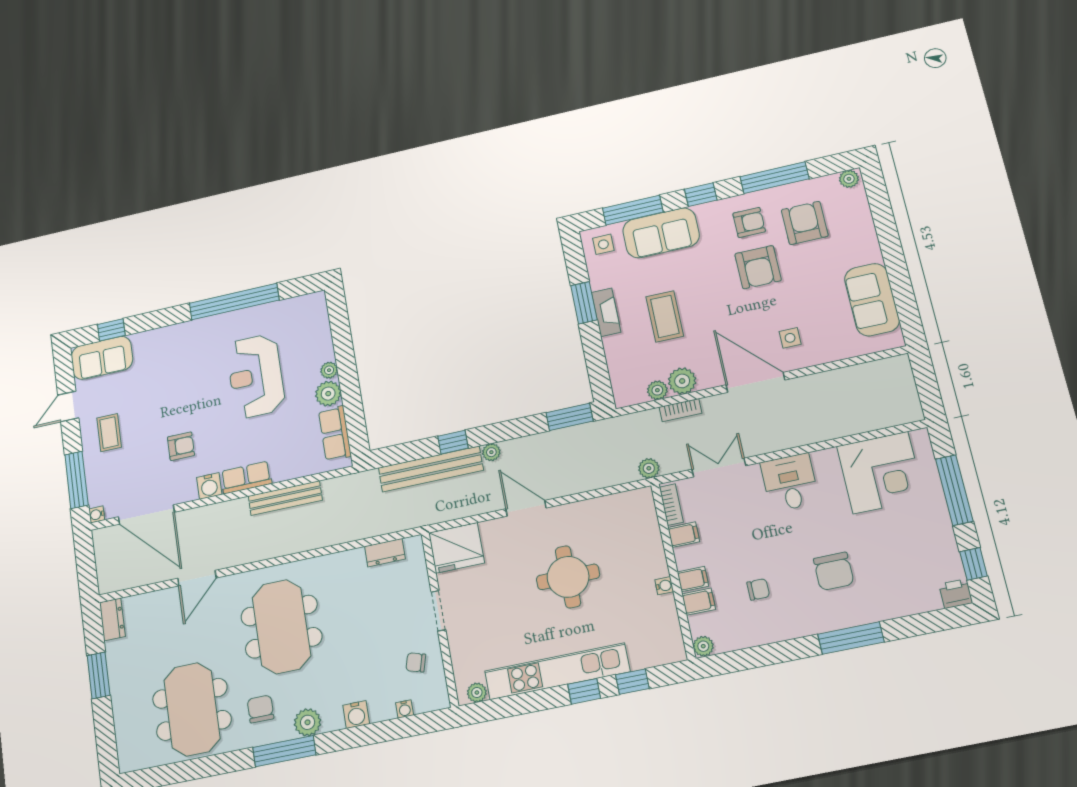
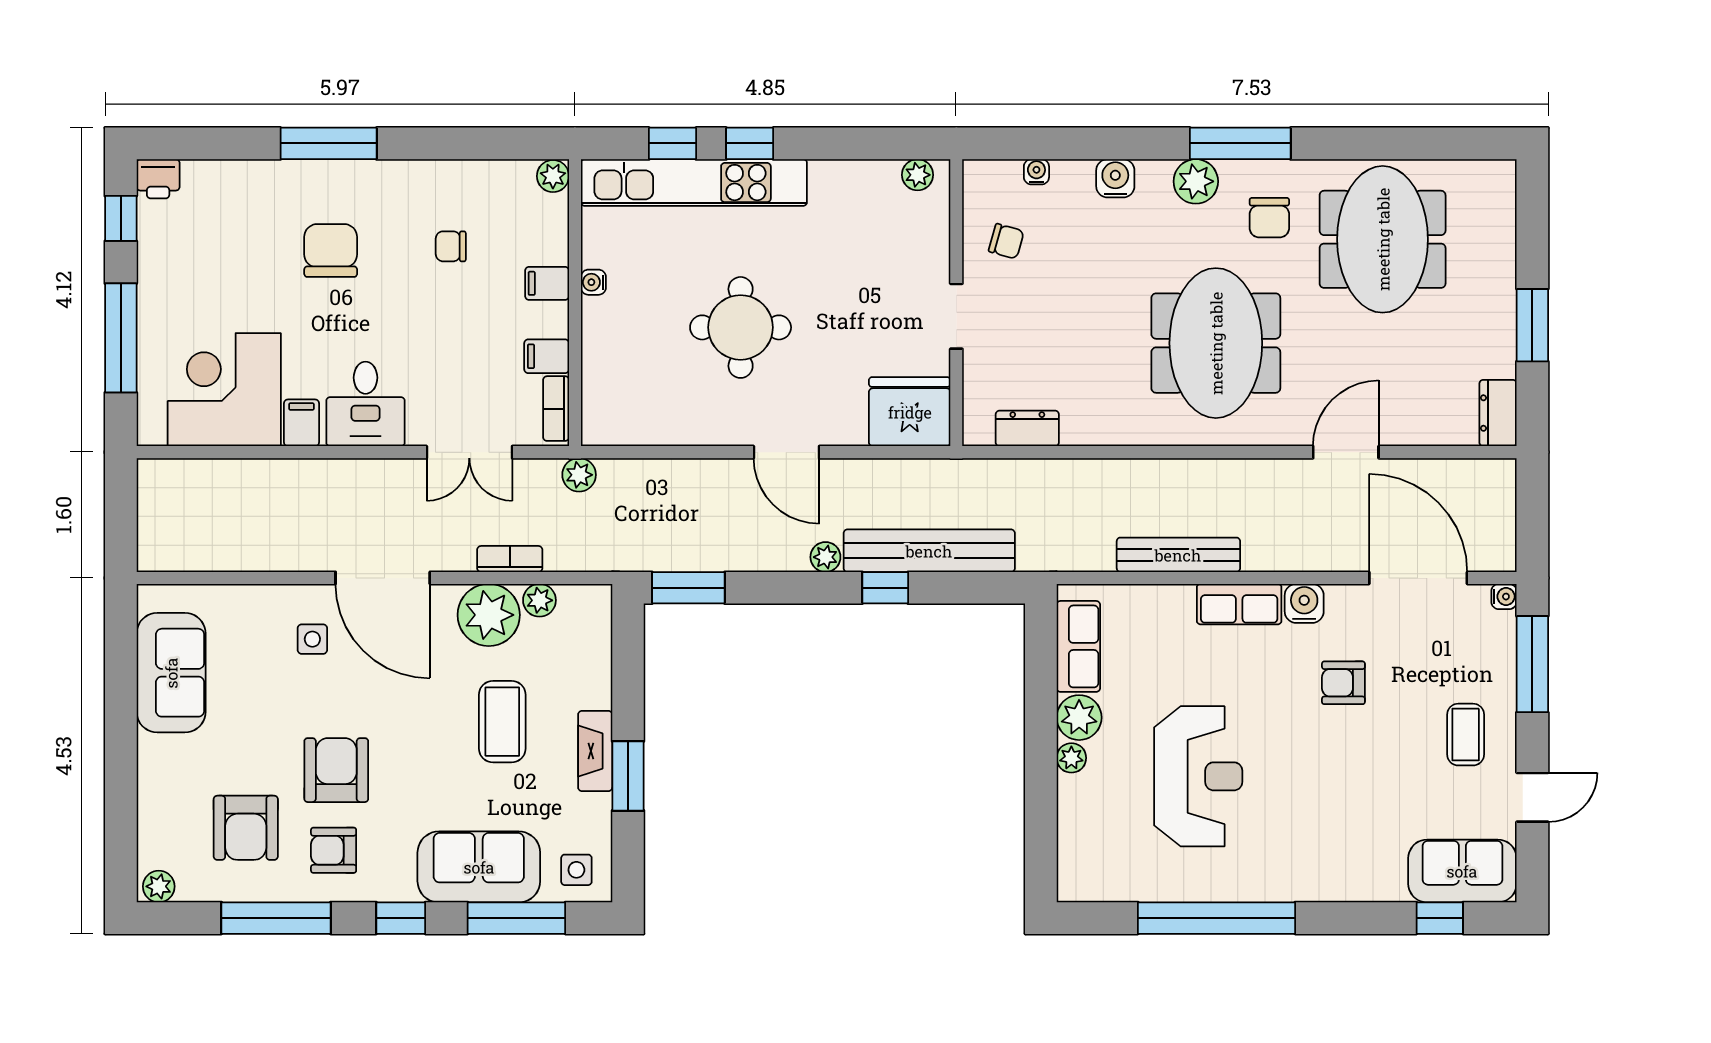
plant: (682, 381) -> (489, 615), width x1.36, depth x1.36
filing cabinet: (699, 602) -> (301, 423), moved, turned 90
kitchen unit: (557, 671) -> (694, 183), moved

